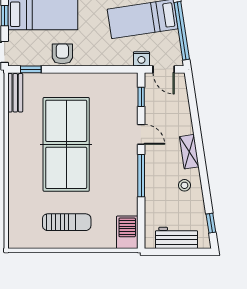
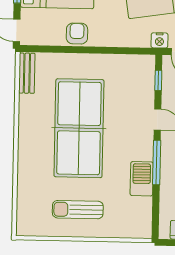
window: (31, 69) -> (44, 49), removed
sun lounger: (67, 222) -> (78, 210), turned 180
barbecue: (127, 232) -> (142, 179), moved

